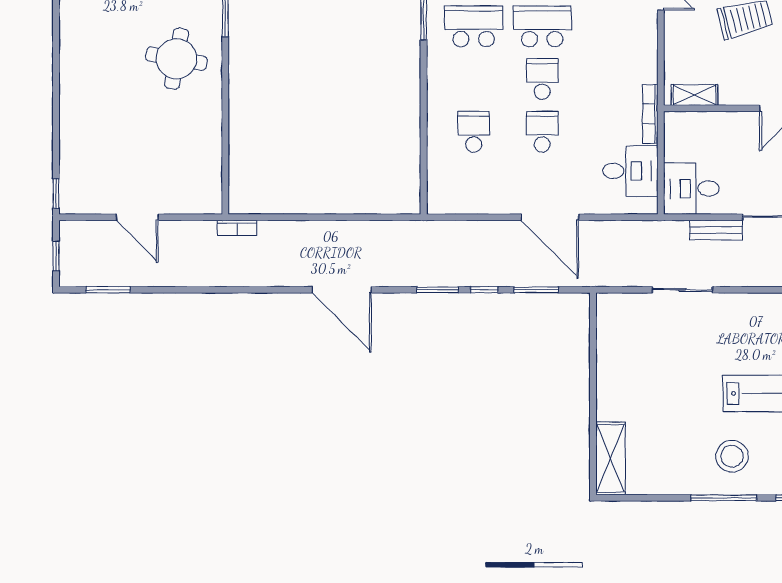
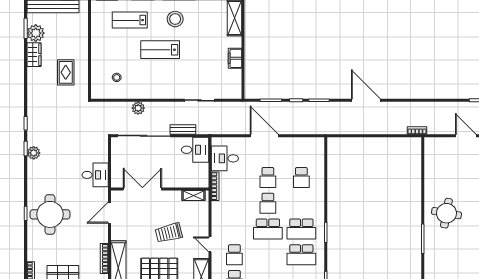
filing cabinet: (610, 376) -> (235, 58), added

